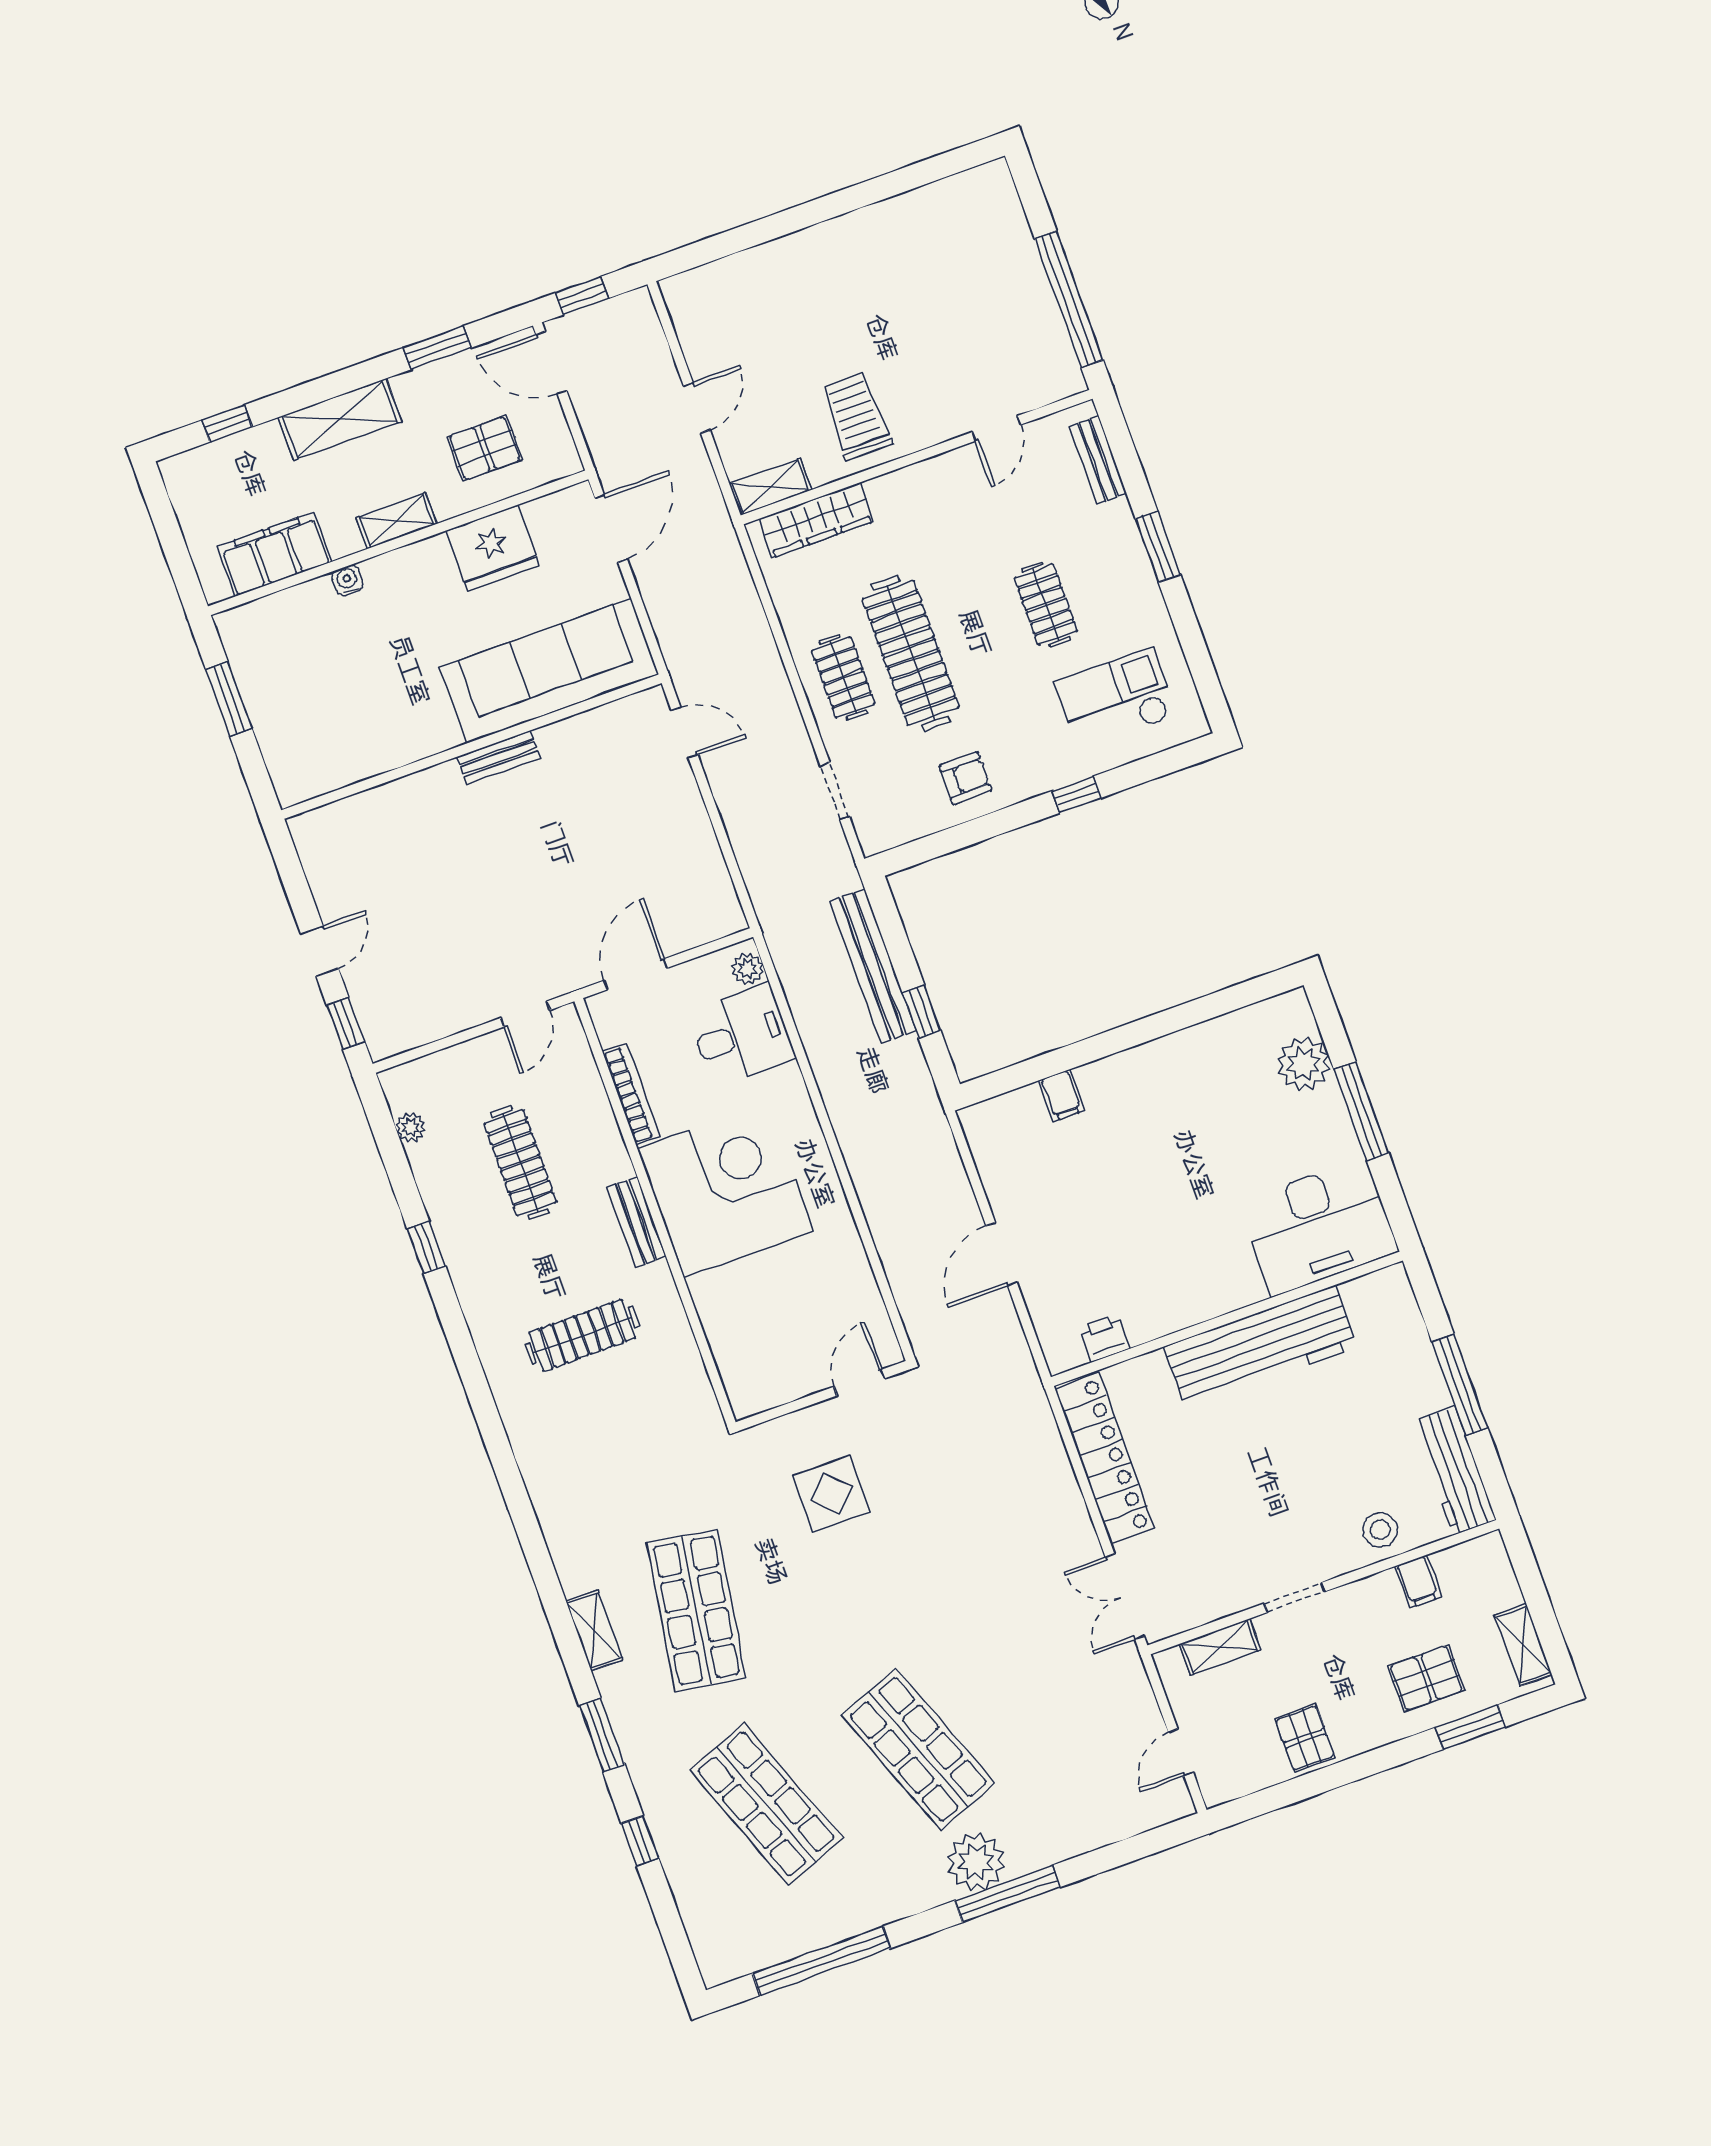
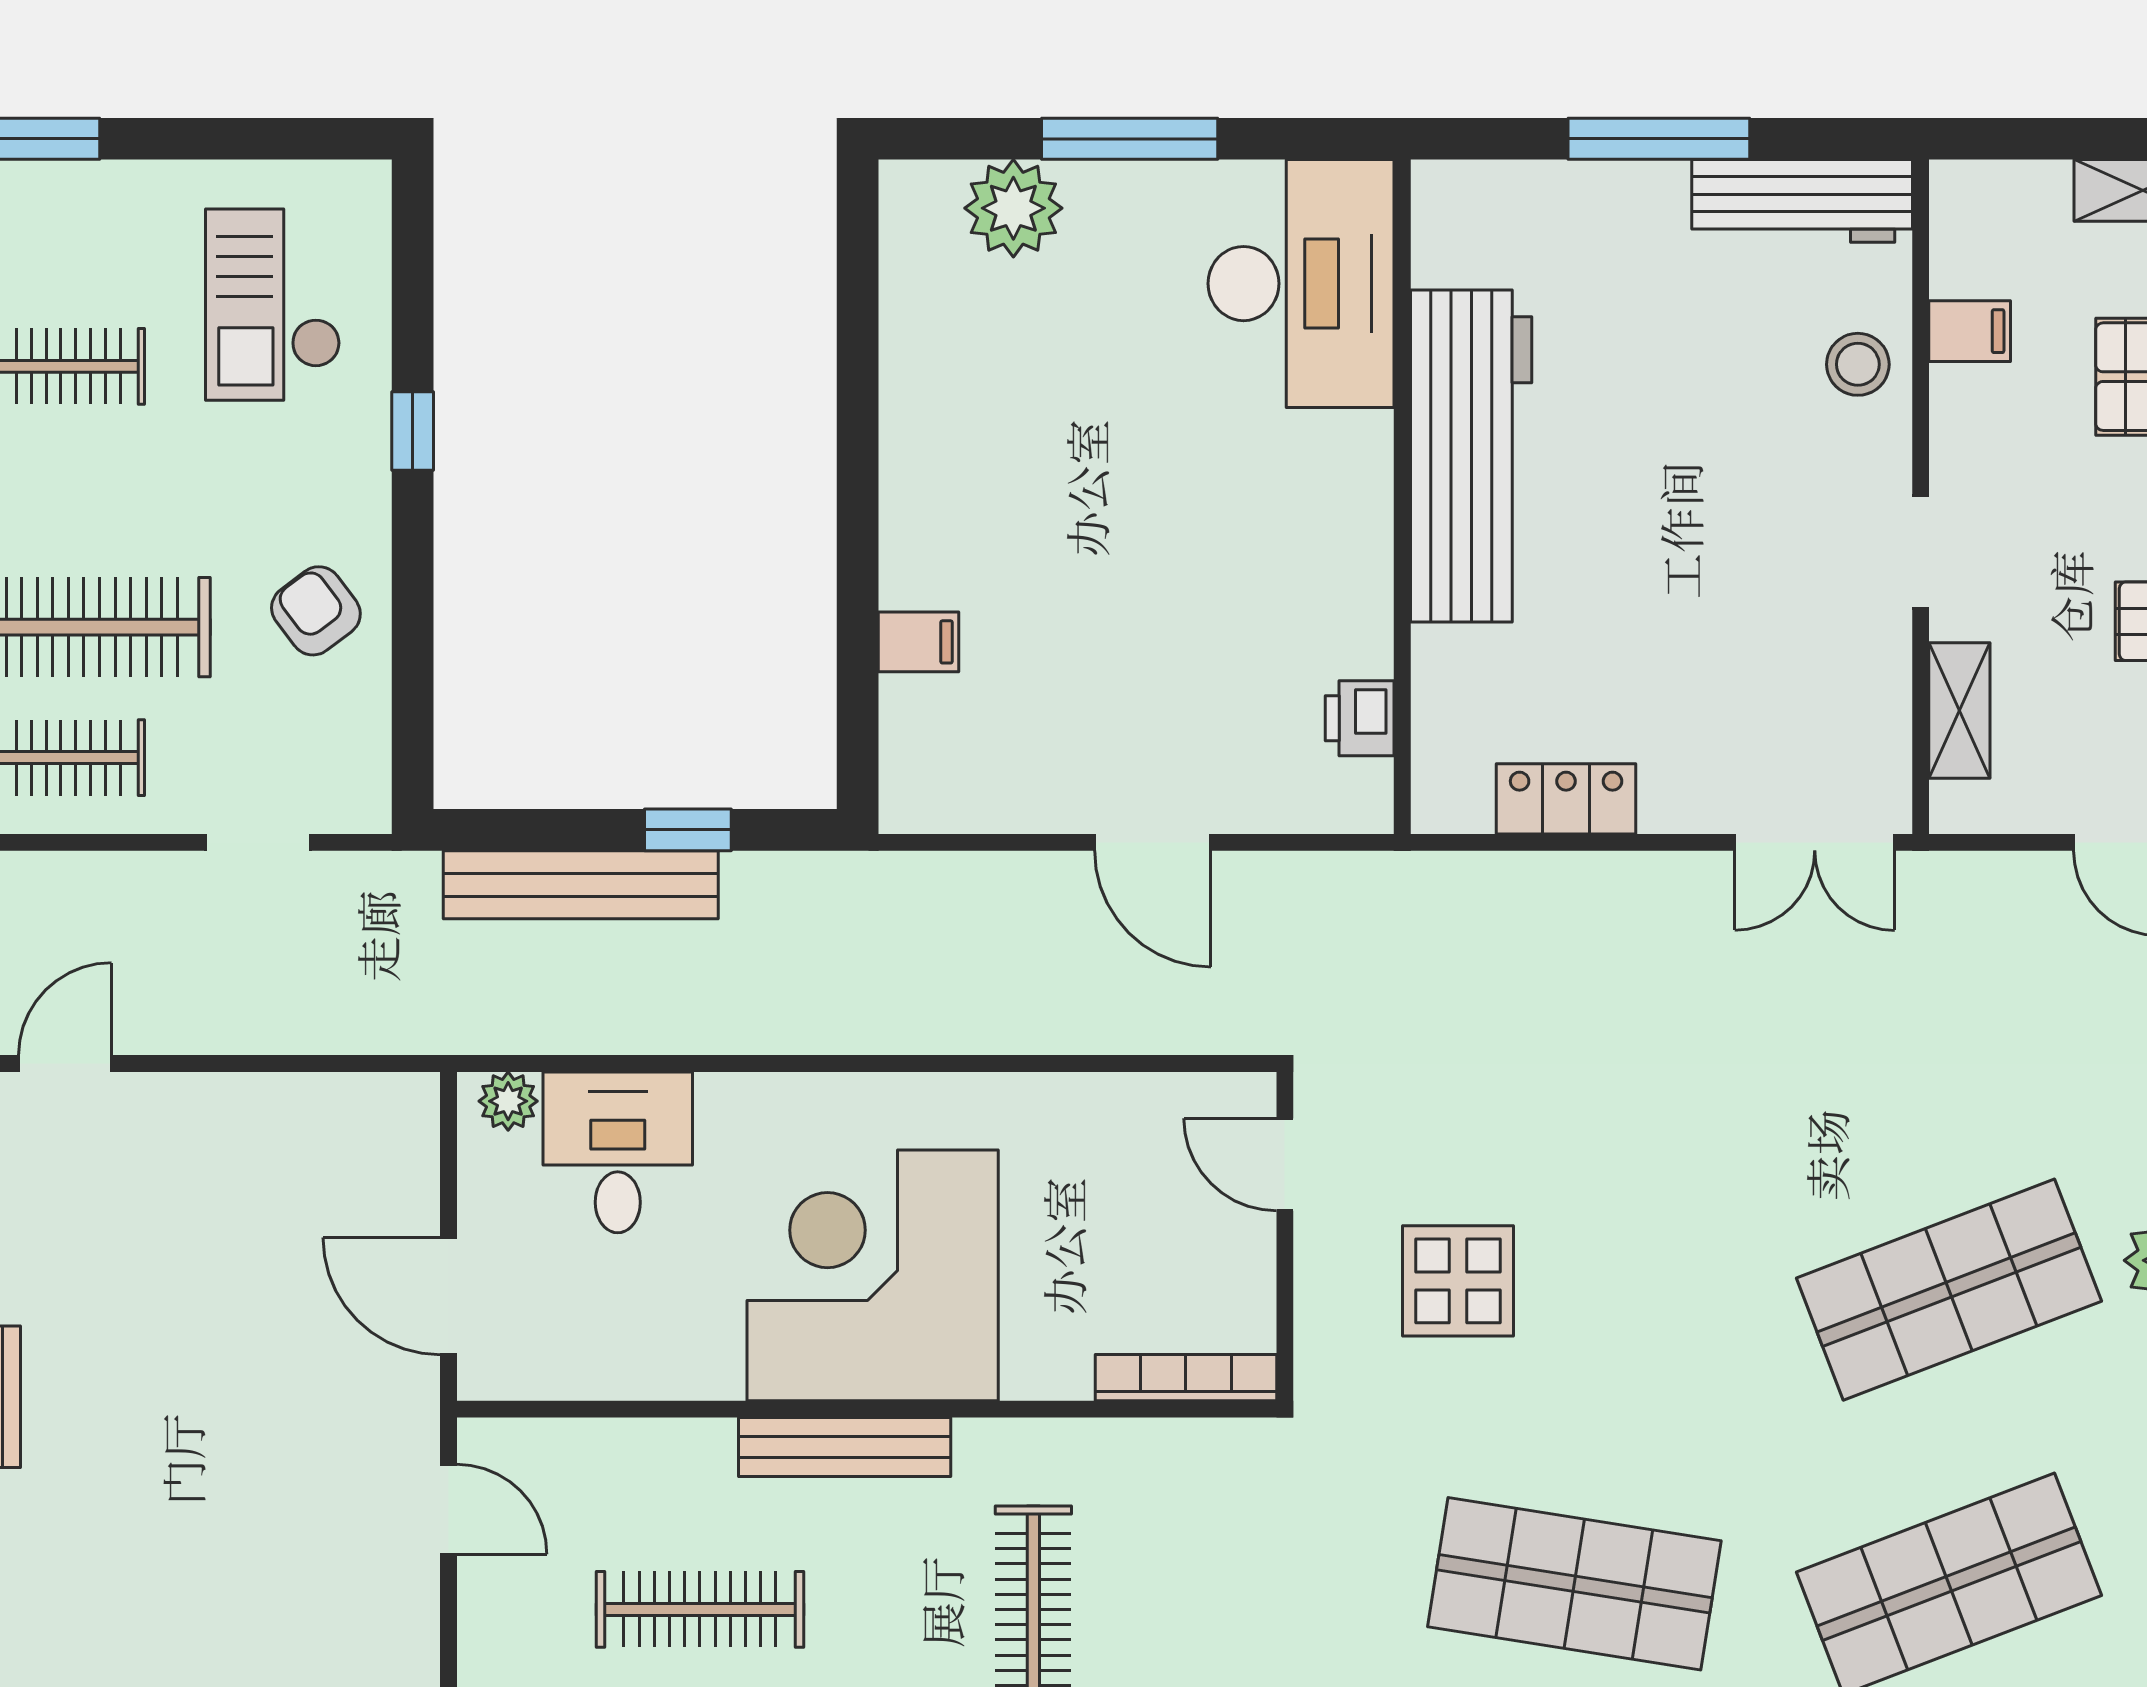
armchair: (965, 778) -> (316, 611), turned -37
bookcase: (631, 1094) -> (1186, 1378), moved
bench: (637, 1222) -> (845, 1447), width x1.36
locker: (1105, 1458) -> (1566, 799), width x0.46, depth x0.83

